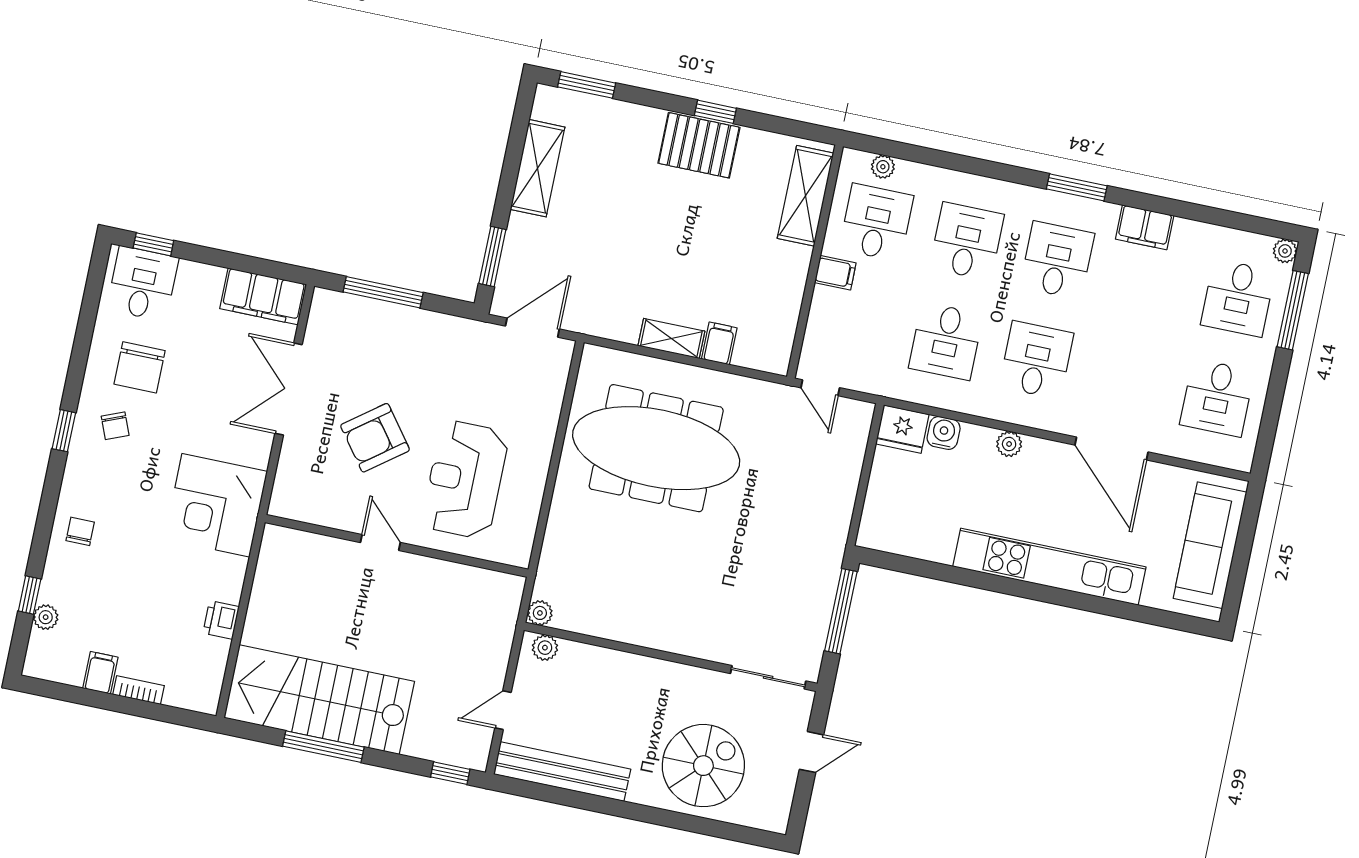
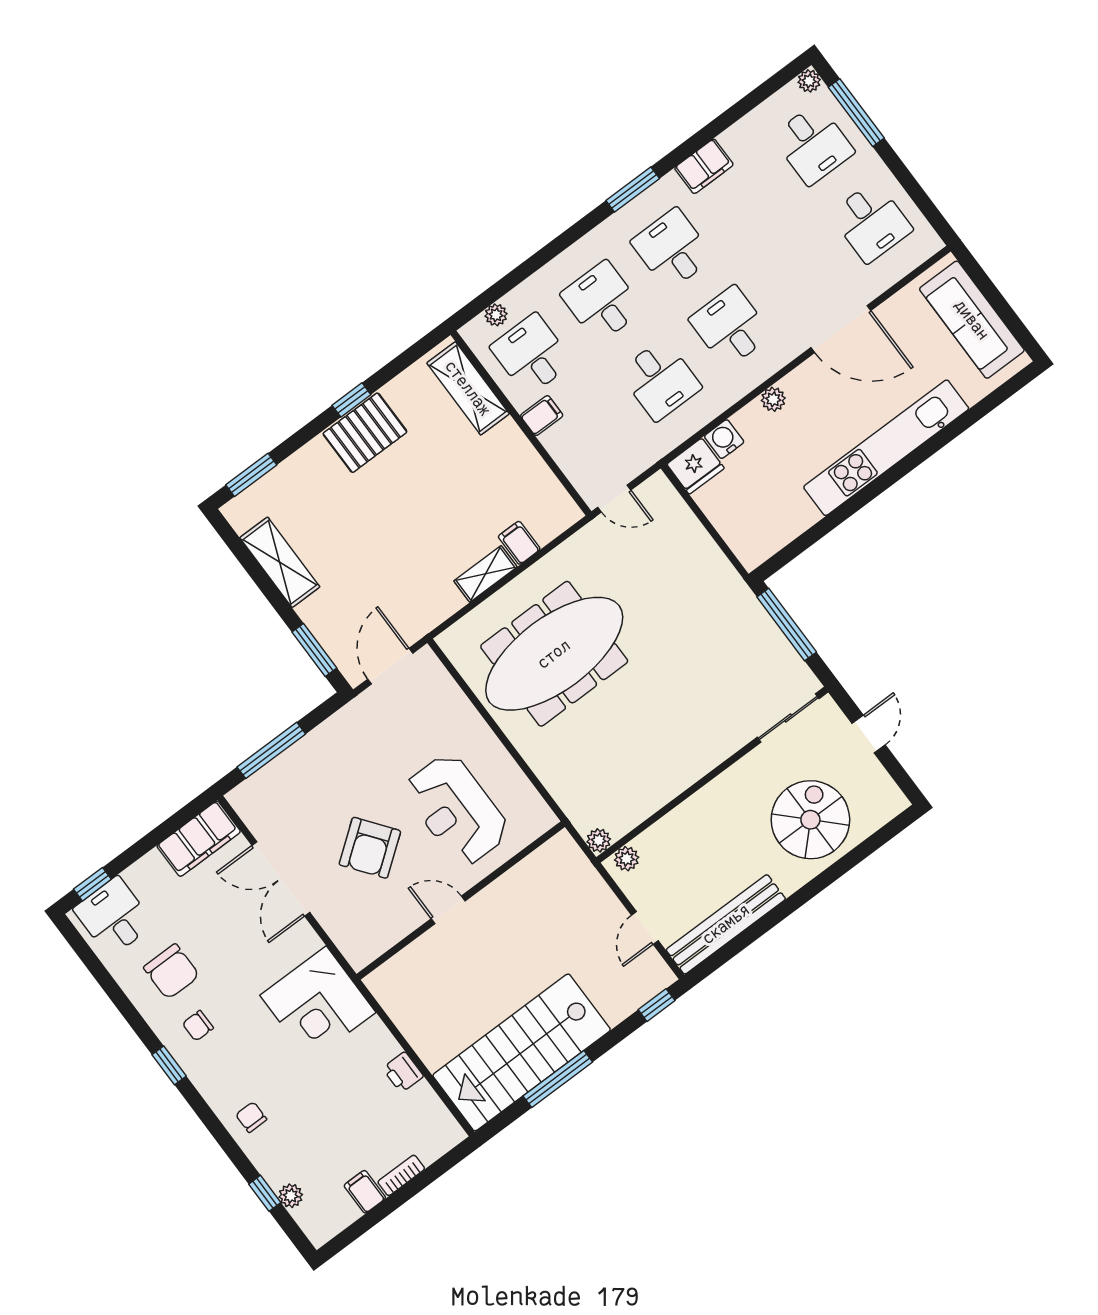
chair: (115, 426) -> (198, 1026), turned 112

